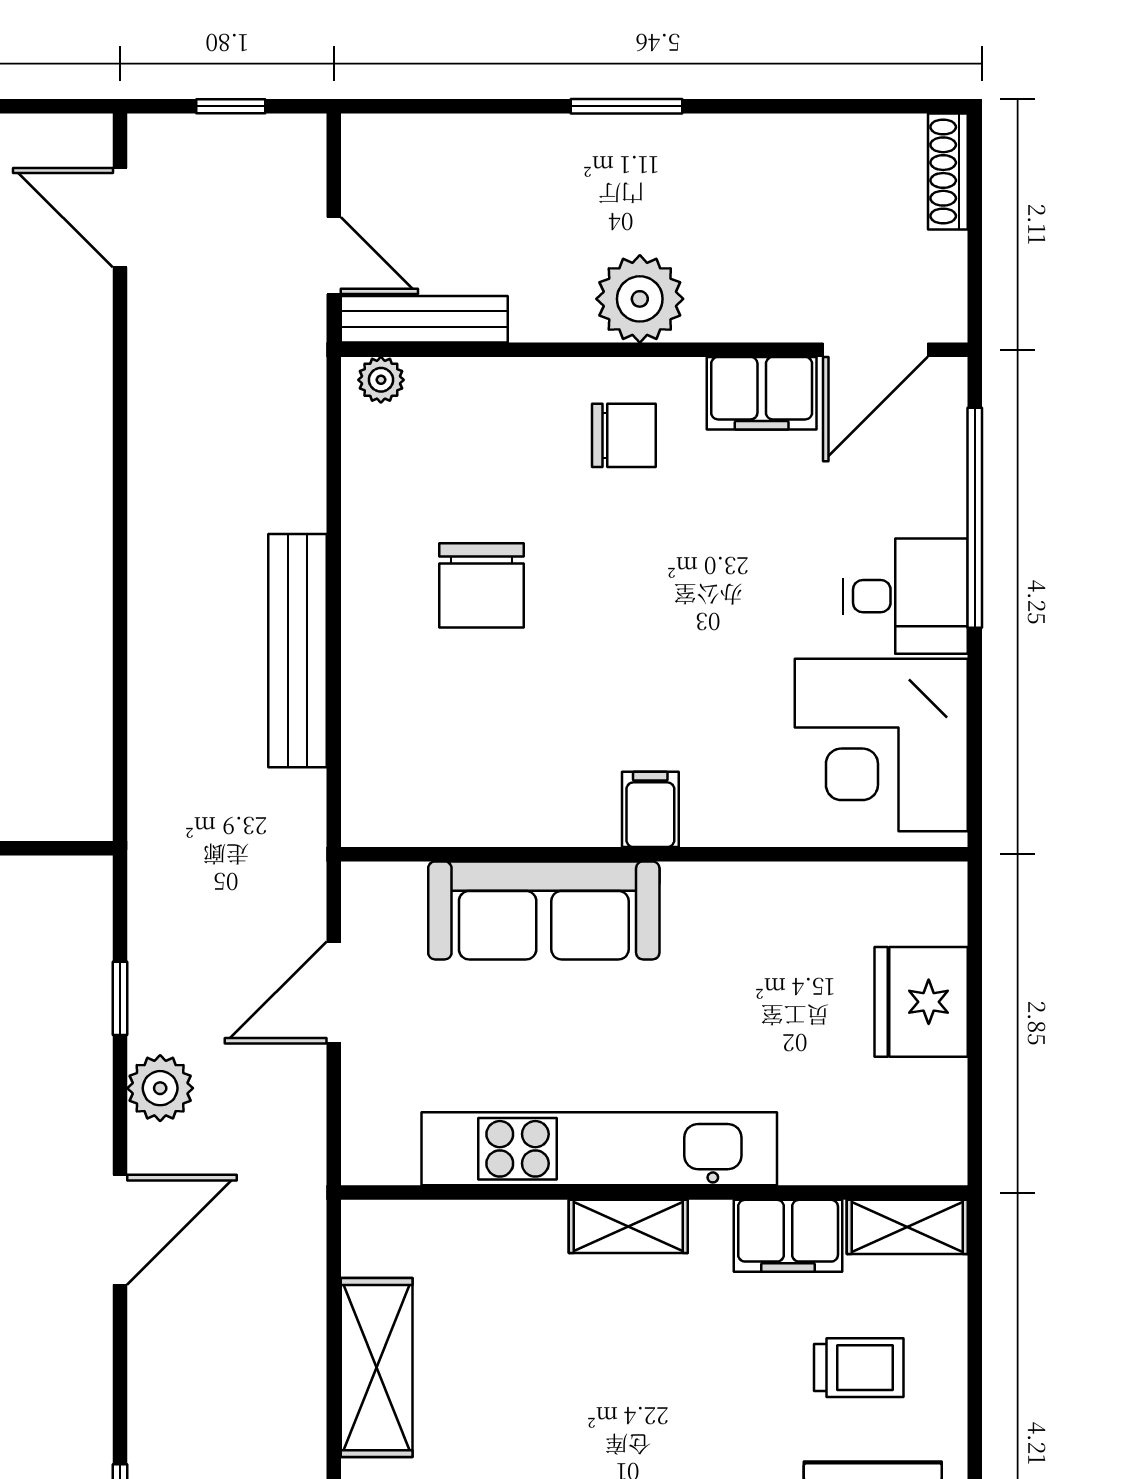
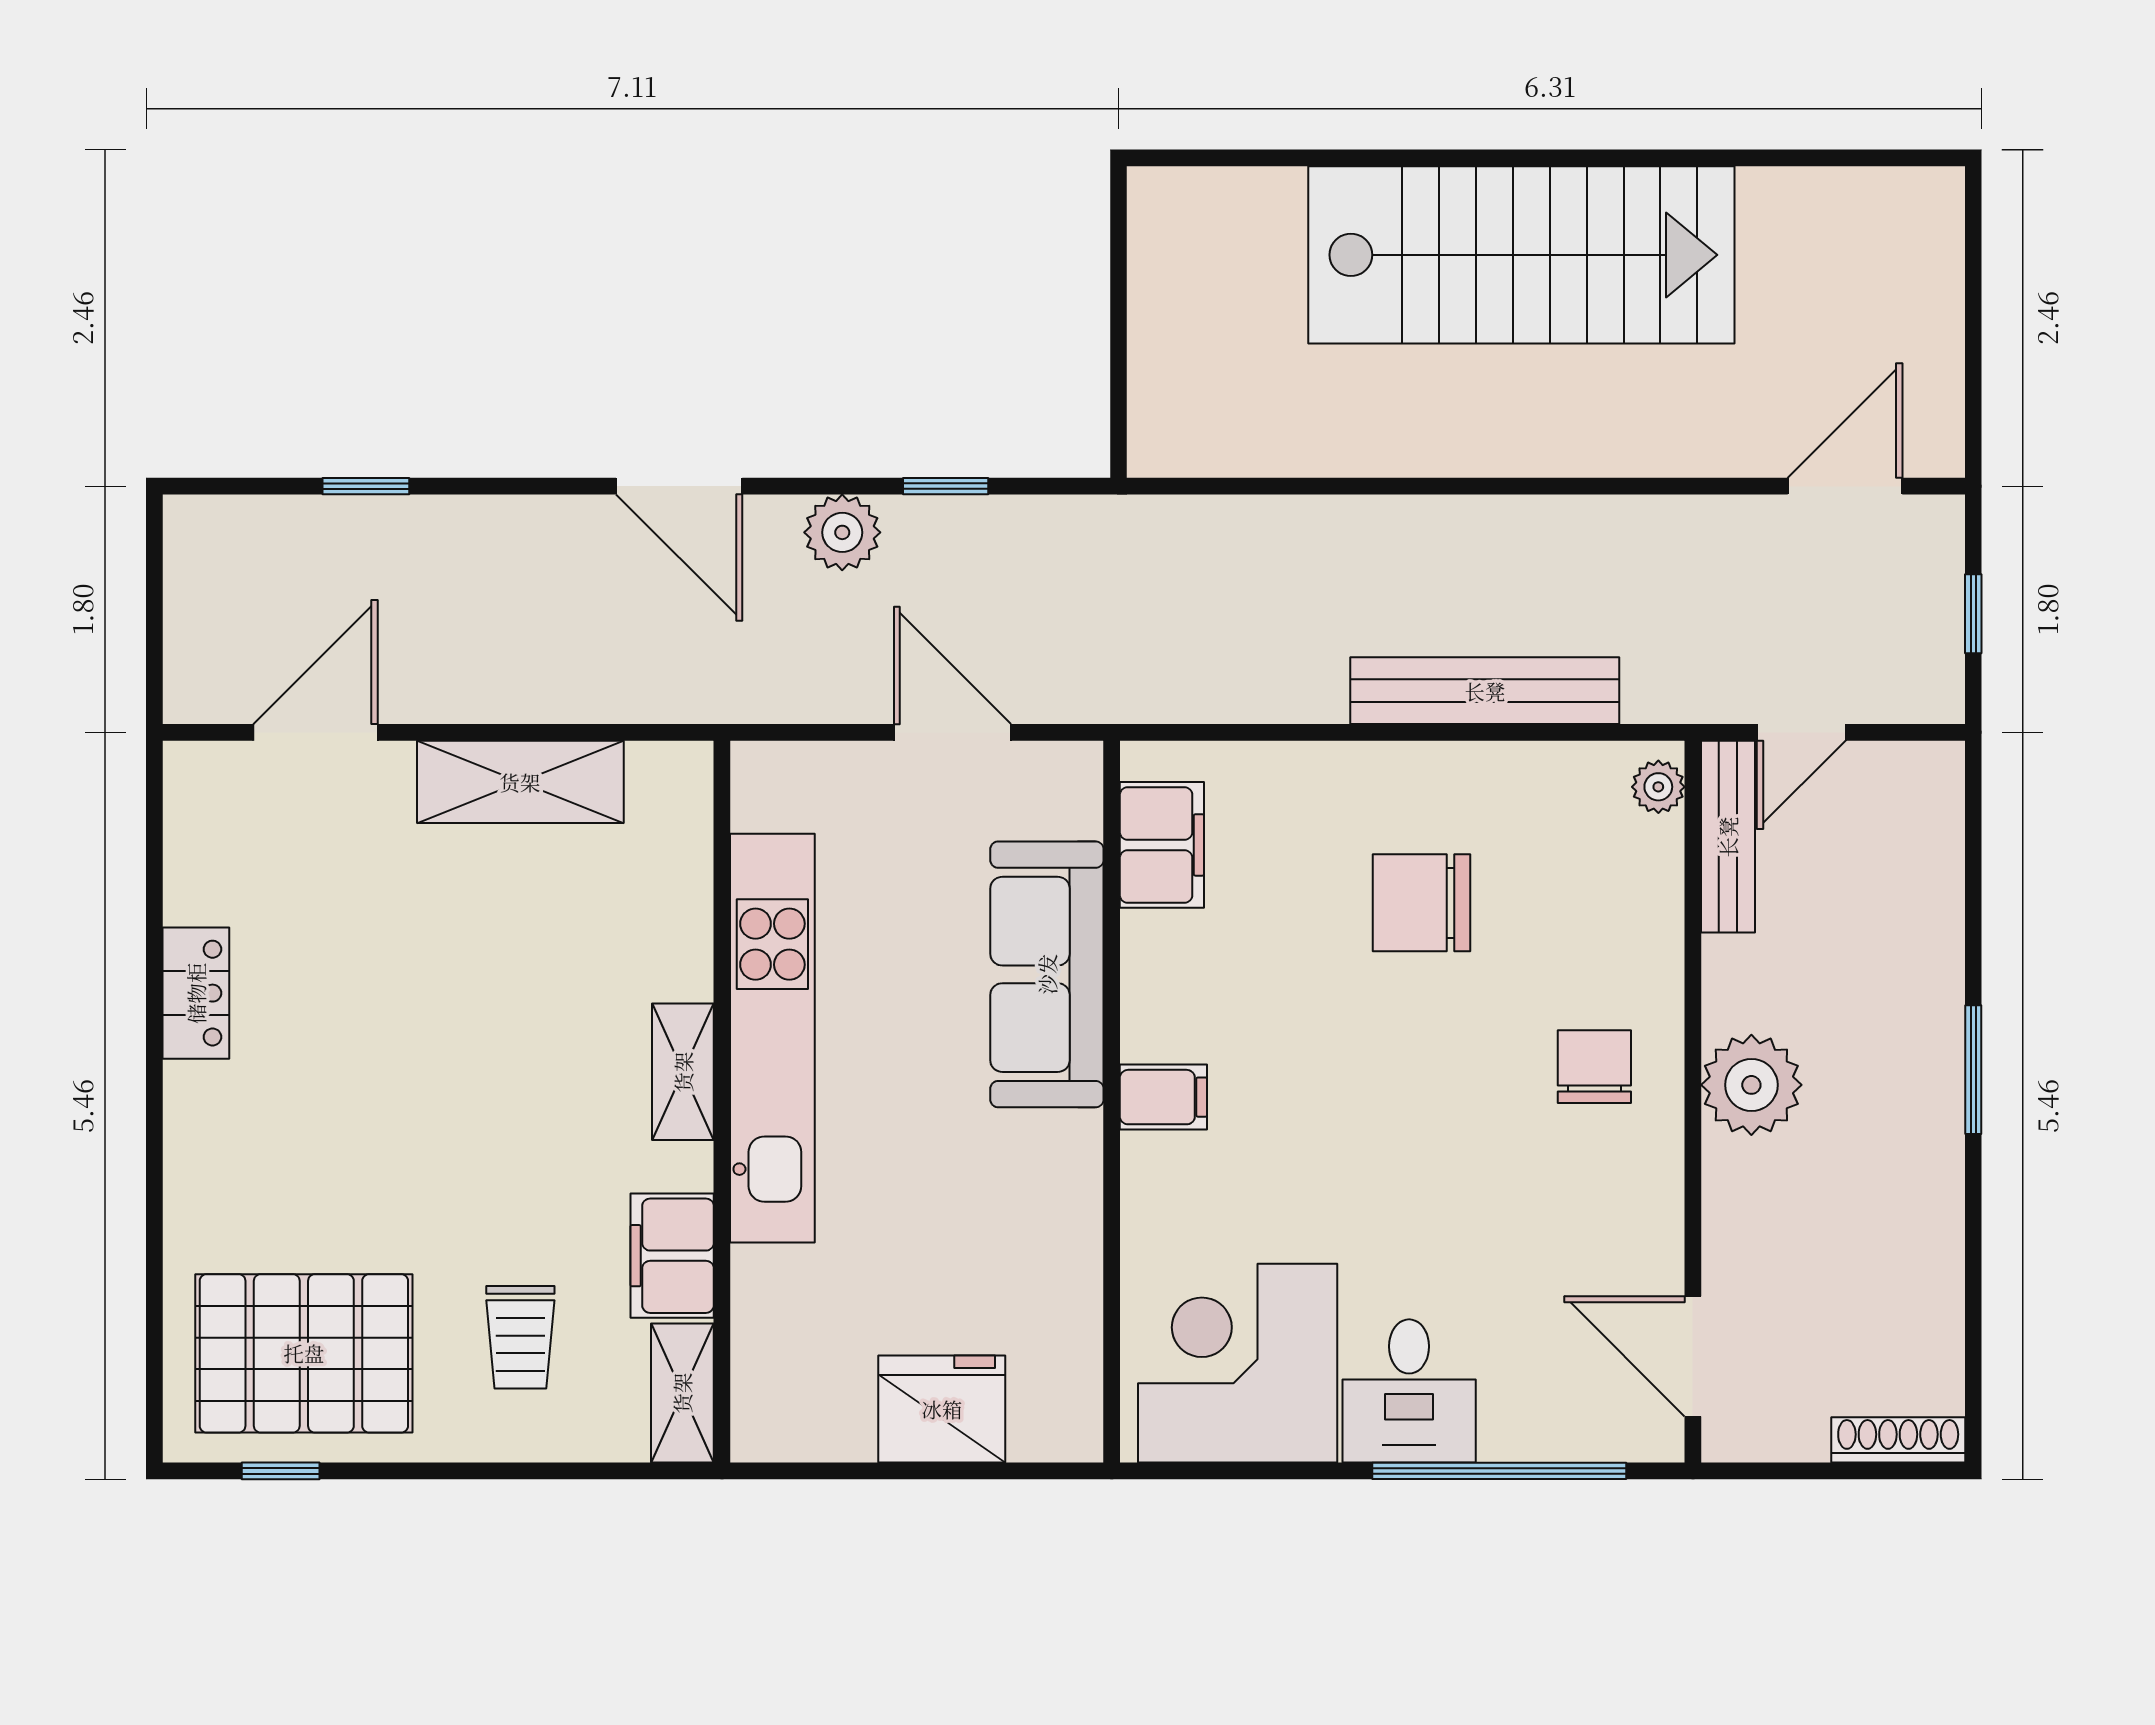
filing cabinet: (762, 393) -> (1162, 845), moved, turned 180
chair: (624, 435) -> (1594, 1067), turned 180
bench: (298, 651) -> (1485, 691), moved

